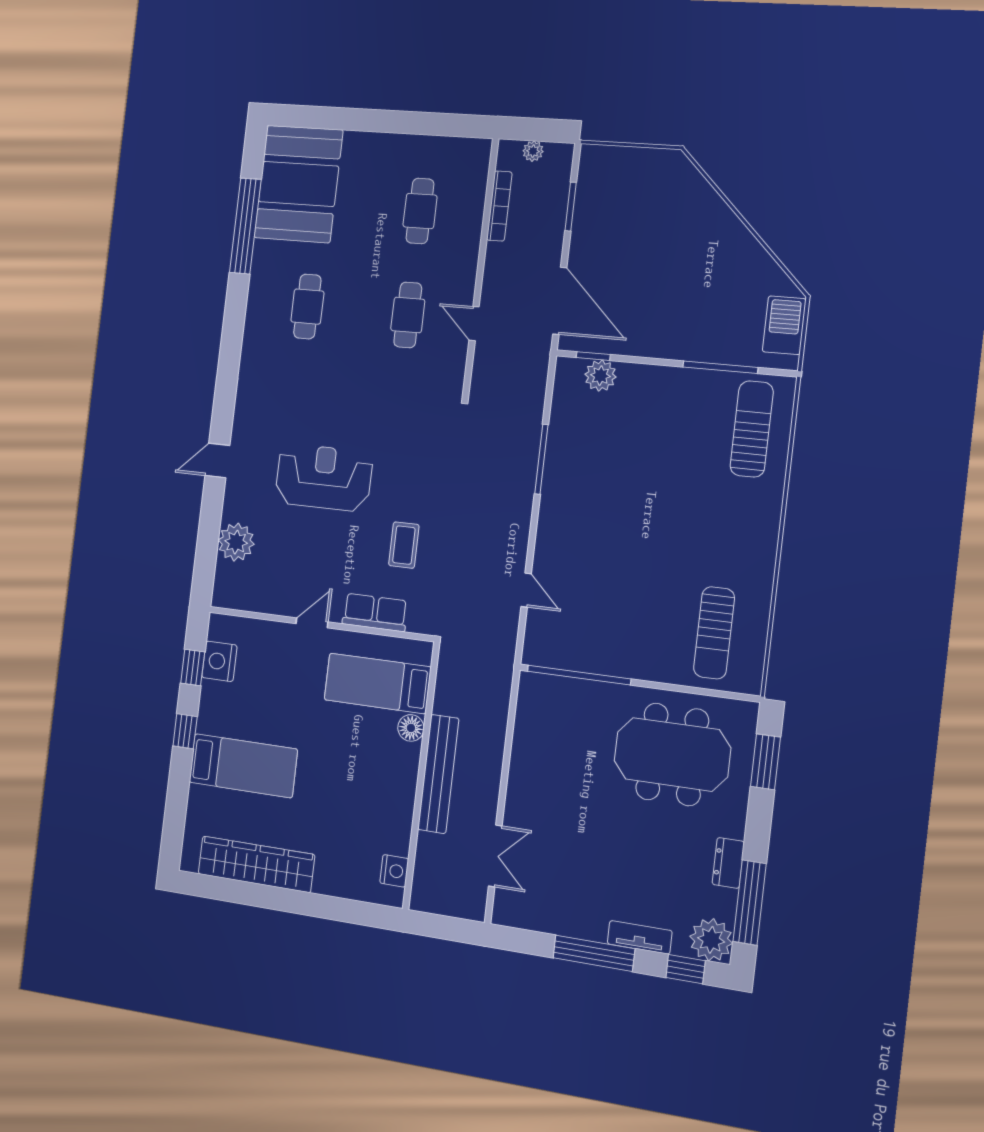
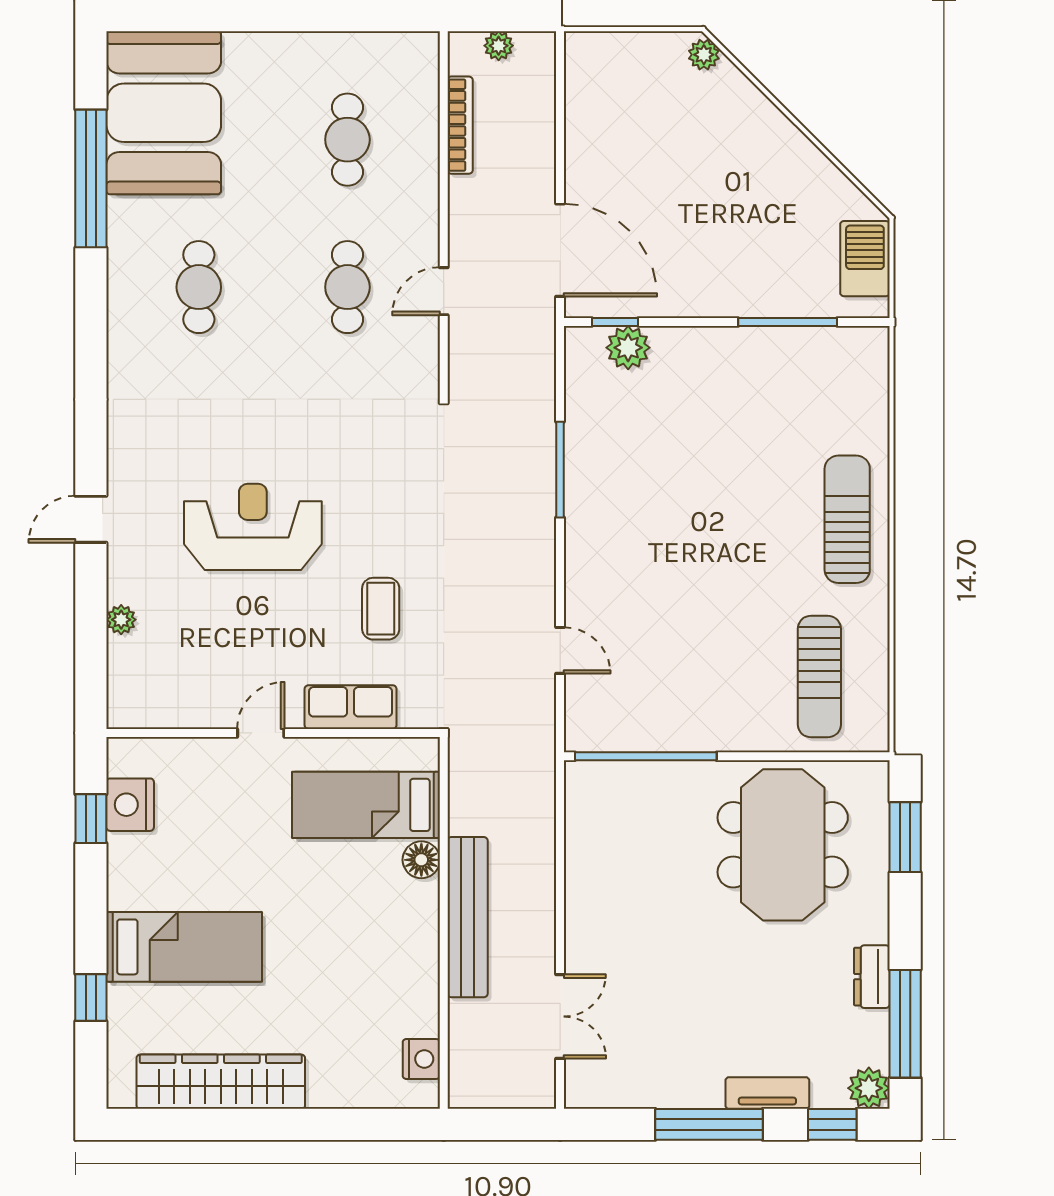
plant: (681, 166) -> (704, 55), added
window: (571, 207) -> (560, 119), removed
door: (474, 323) -> (444, 291), hinge flipped
sun lounger: (752, 429) -> (847, 519), moved
plant: (236, 542) -> (121, 620), width x0.53, depth x0.53
window: (185, 731) -> (91, 997), moved
meeting table: (672, 754) -> (783, 845), turned 90
plant: (711, 940) -> (869, 1088), width x0.73, depth x0.73

